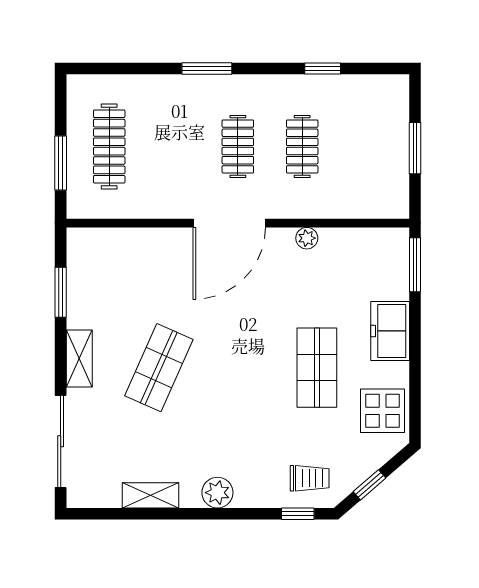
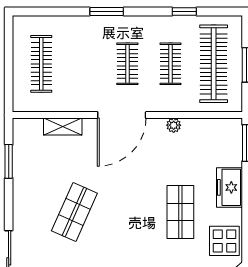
clothes rail: (366, 146) -> (214, 64), added
window: (61, 163) -> (9, 75), removed
shelving: (79, 358) -> (63, 127), moved, turned 90

